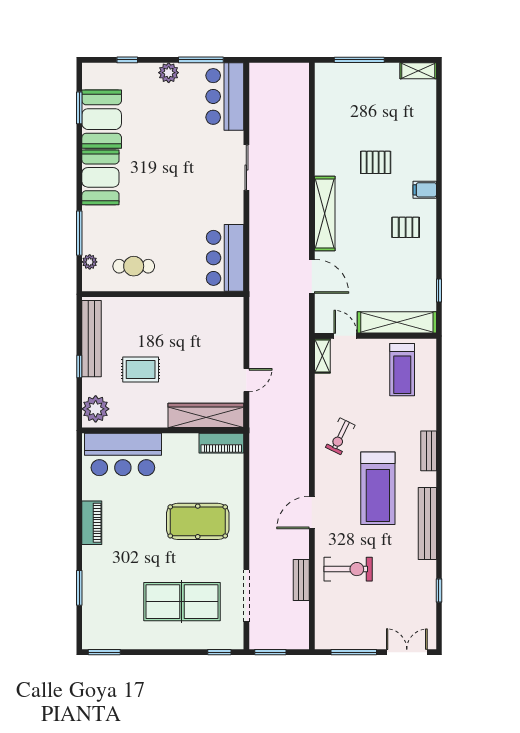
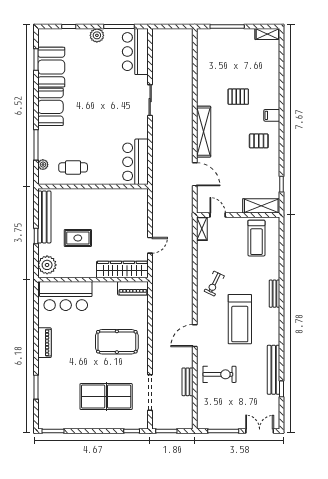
shelving: (397, 322) -> (261, 206), width x0.68
bench: (427, 524) -> (274, 370), moved

